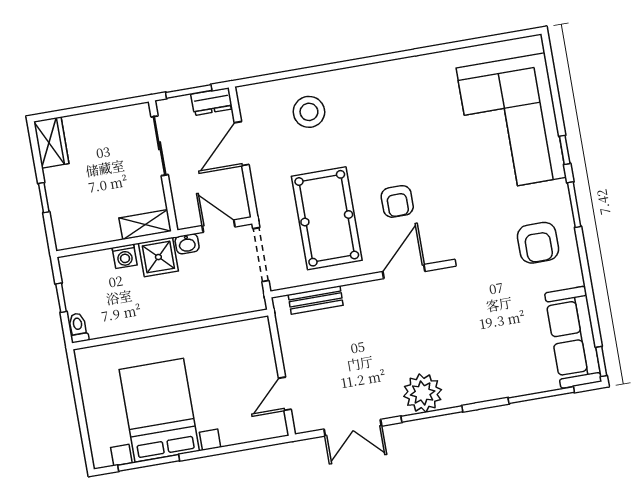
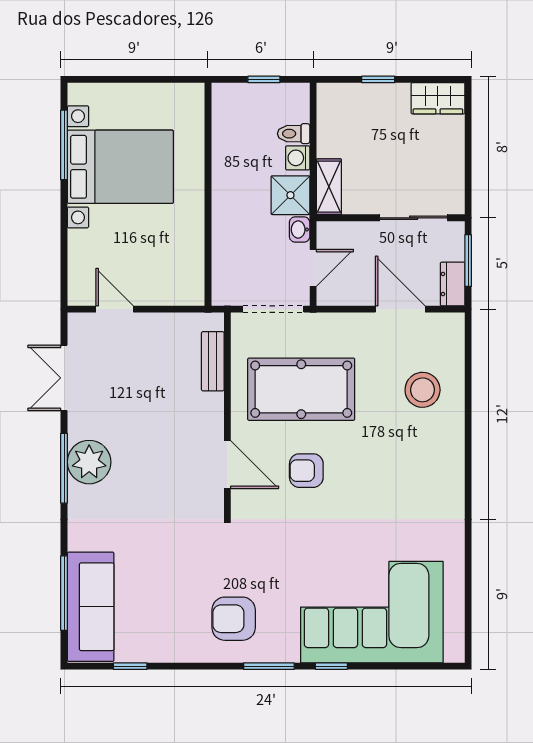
toilet: (78, 328) -> (294, 134), moved, turned 180
sofa: (573, 337) -> (91, 607), moved, turned 90
window: (601, 361) -> (130, 666), moved

